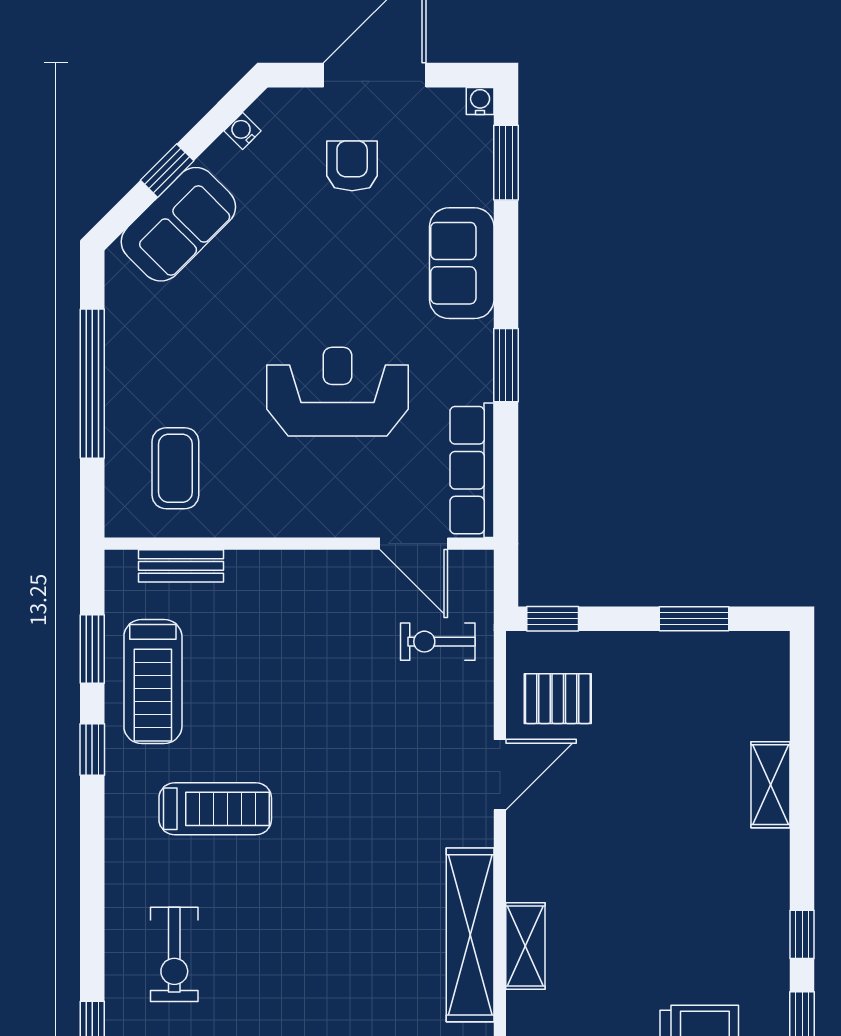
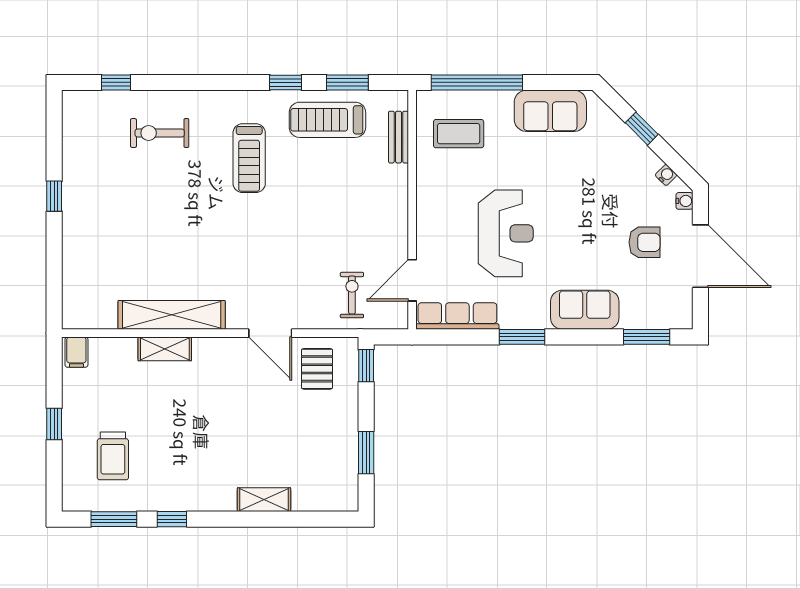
water cooler: (480, 101) -> (684, 201), moved
sofa: (178, 224) -> (550, 111), moved, turned -45
window: (92, 384) -> (477, 82), moved

